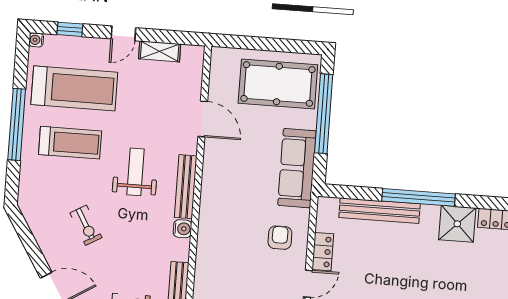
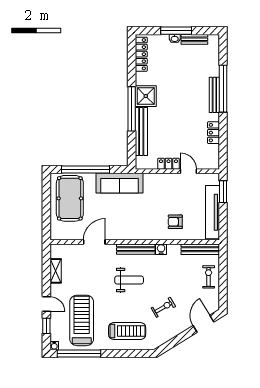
door: (123, 33) -> (46, 304), moved
window: (17, 124) -> (79, 353), moved
treadmill: (70, 143) -> (127, 331), moved, turned 90
weight bench: (135, 172) -> (129, 280), turned 180
shower: (457, 224) -> (146, 96), moved
armchair: (280, 238) -> (175, 222), moved

